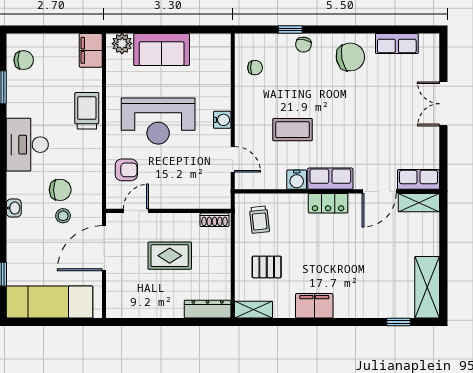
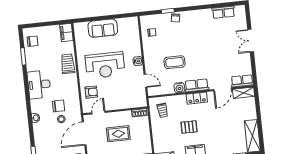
plant: (122, 44) -> (82, 27), removed
chair: (350, 57) -> (200, 22), removed
pallet: (267, 267) -> (189, 127), moved

